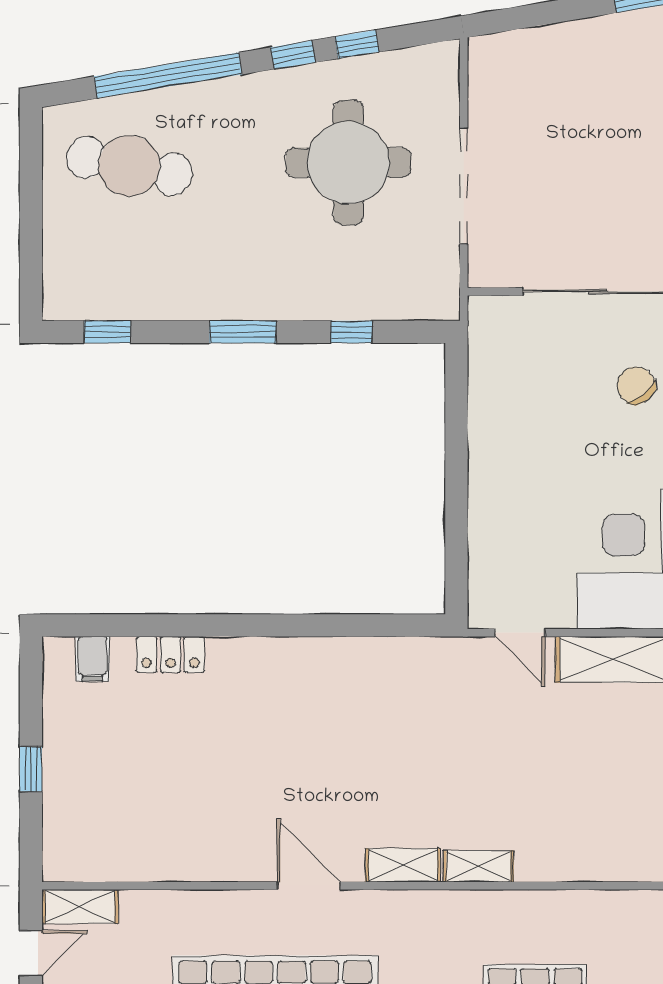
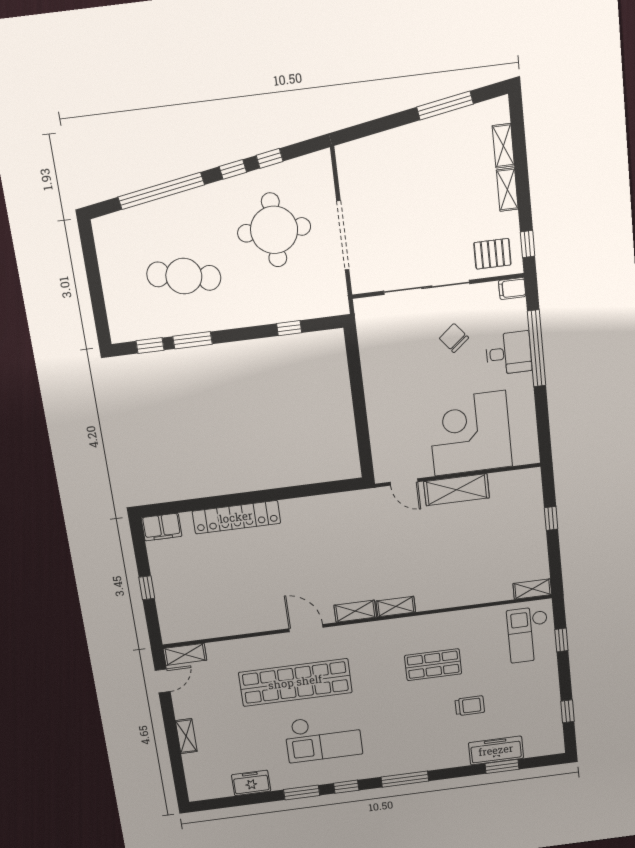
cafe table: (129, 166) -> (184, 276), moved
window: (243, 332) -> (193, 340), moved
locker: (170, 654) -> (236, 517), width x2.16, depth x1.21
filing cabinet: (93, 659) -> (162, 527), width x2.00

